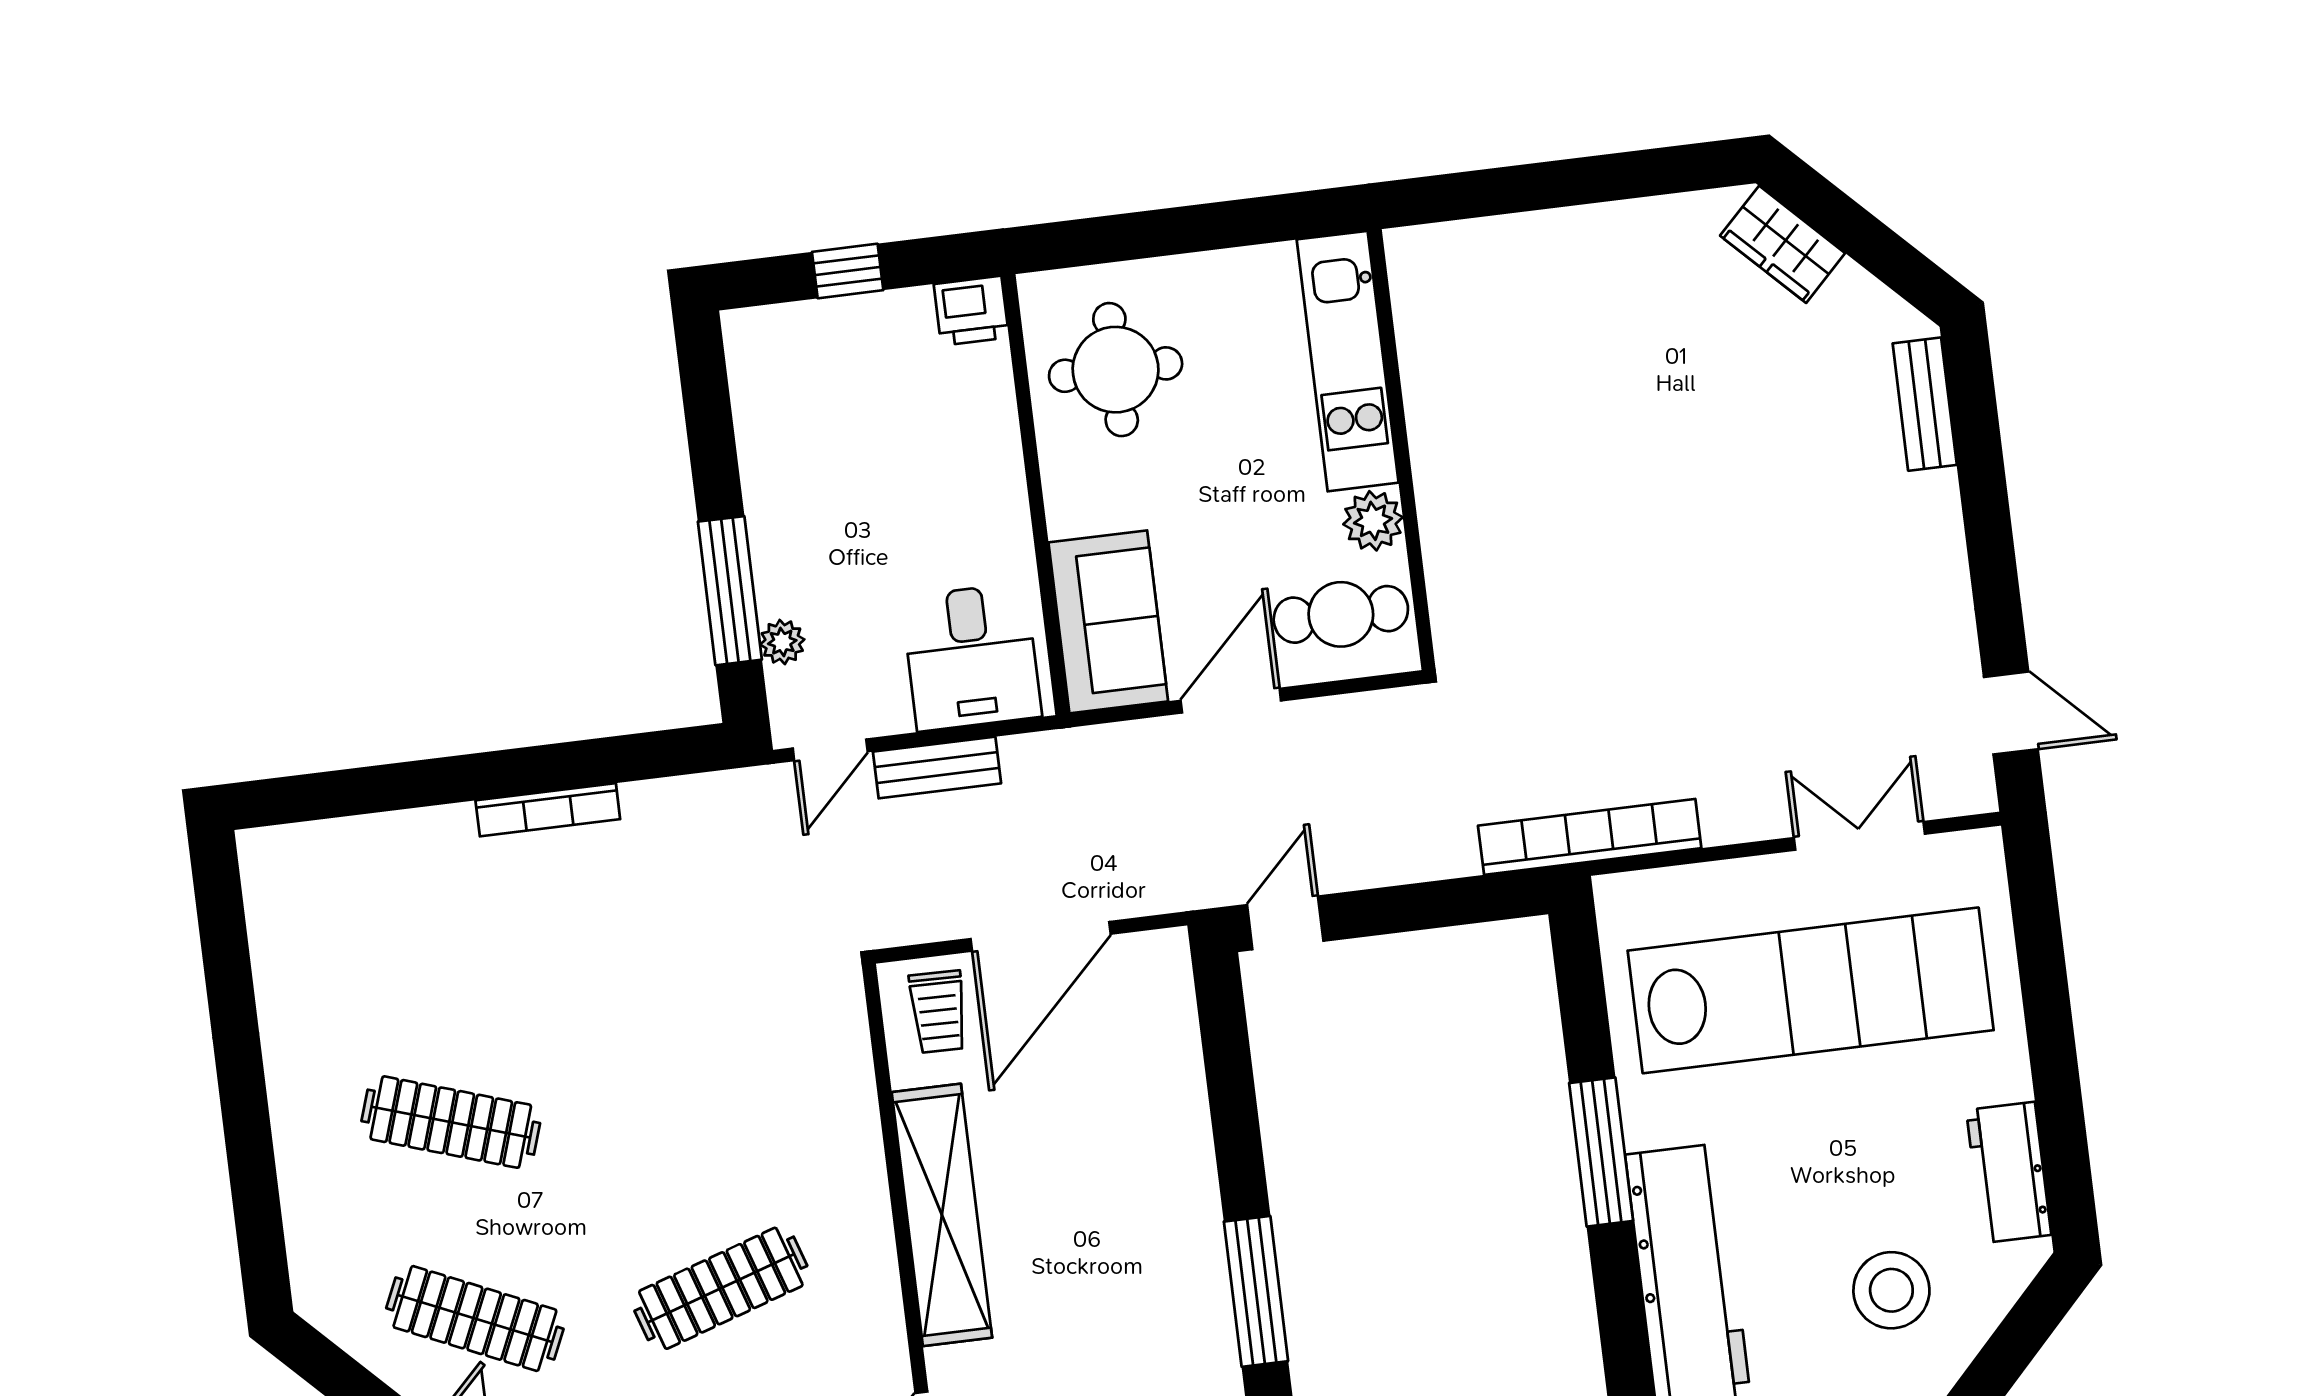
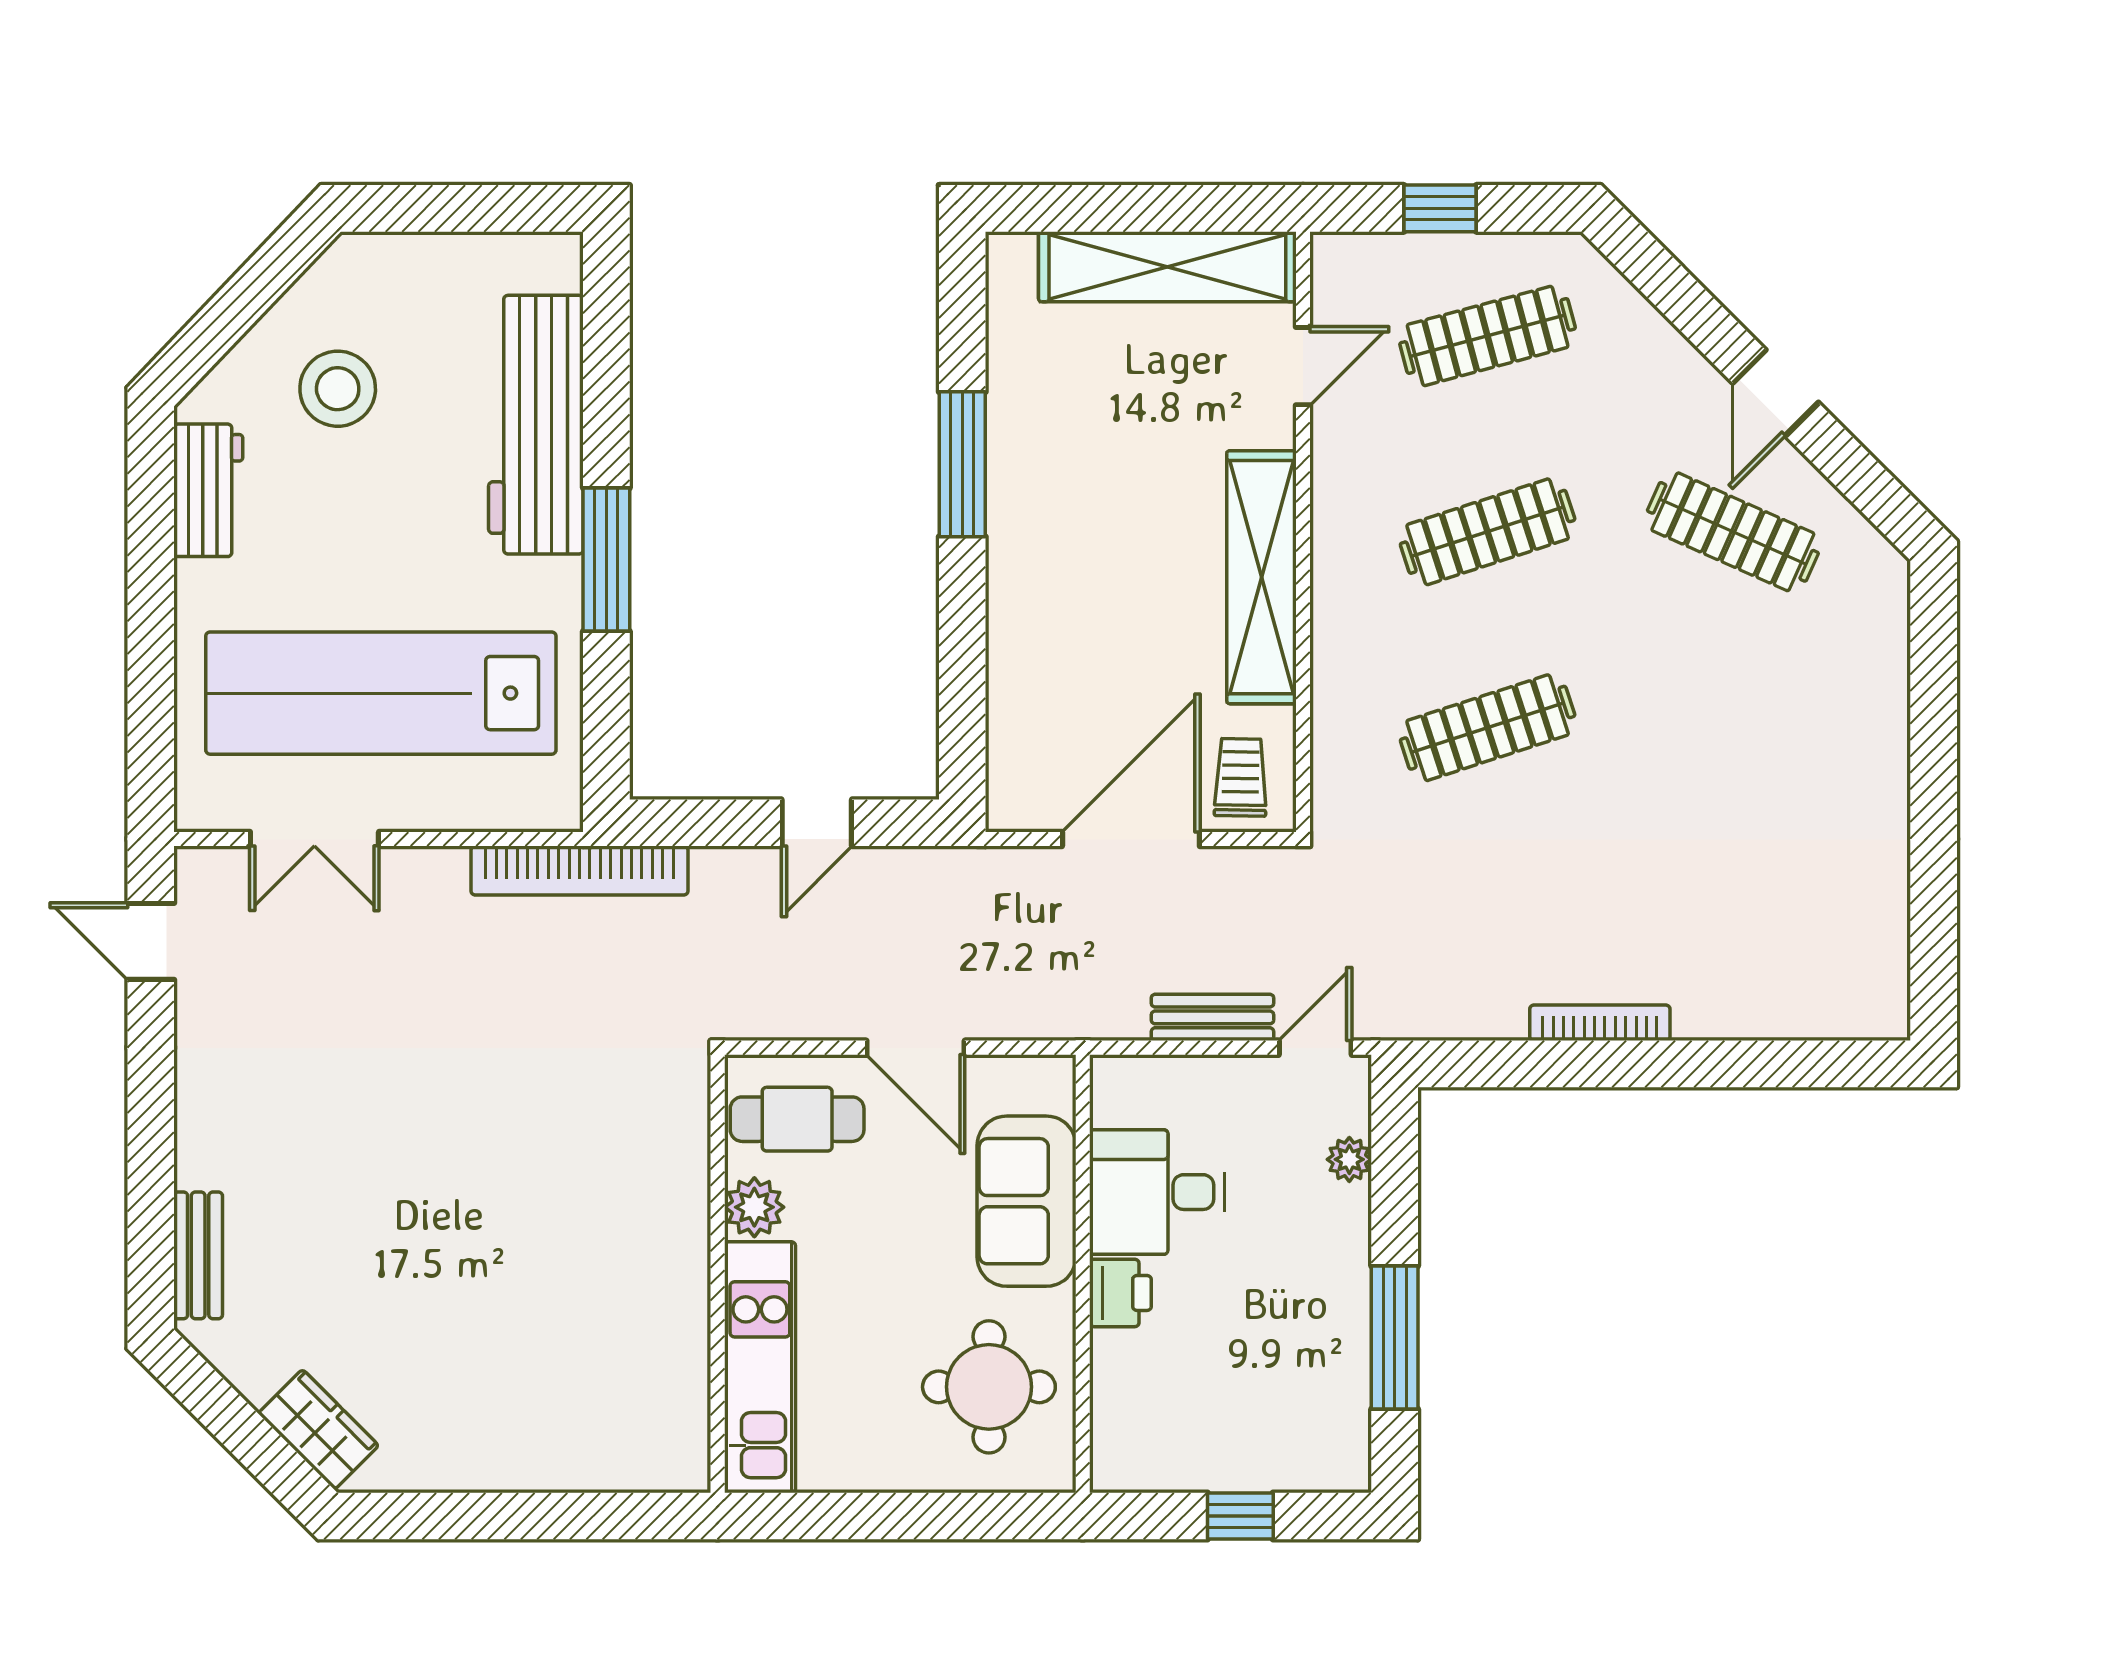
printer: (971, 311) -> (1120, 1293), moved, turned 90
window: (730, 591) -> (1395, 1337), moved
sofa: (1108, 622) -> (1027, 1201), moved
desk: (971, 657) -> (1157, 1192), moved, turned -90
door: (1231, 701) -> (916, 1048), hinge flipped
door: (1285, 923) -> (817, 823), moved
clothes rail: (451, 1122) -> (1488, 728), moved, turned -36

